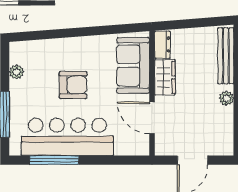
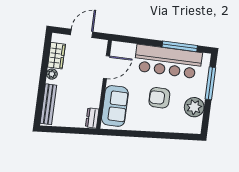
plant: (17, 72) -> (194, 107), width x1.88, depth x1.88
wardrobe: (165, 77) -> (56, 56), moved, turned 180
door: (152, 118) -> (106, 67), hinge flipped

